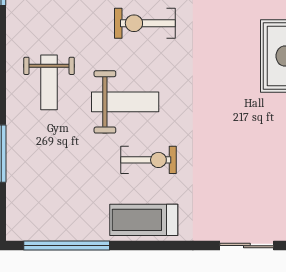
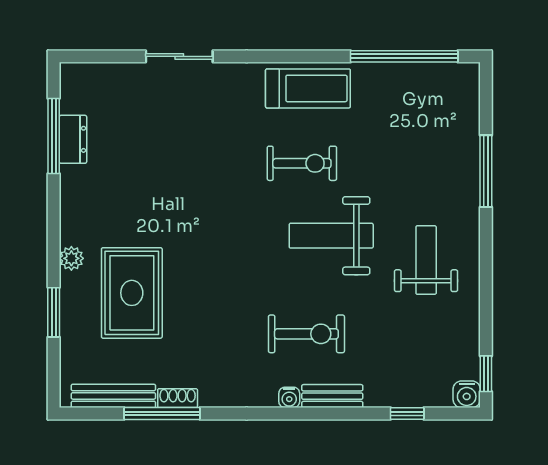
exercise bike: (148, 160) -> (302, 163), turned 180

